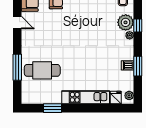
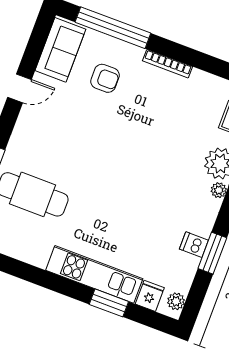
door: (17, 23) -> (20, 88), hinge flipped
window: (52, 108) -> (109, 303), moved

